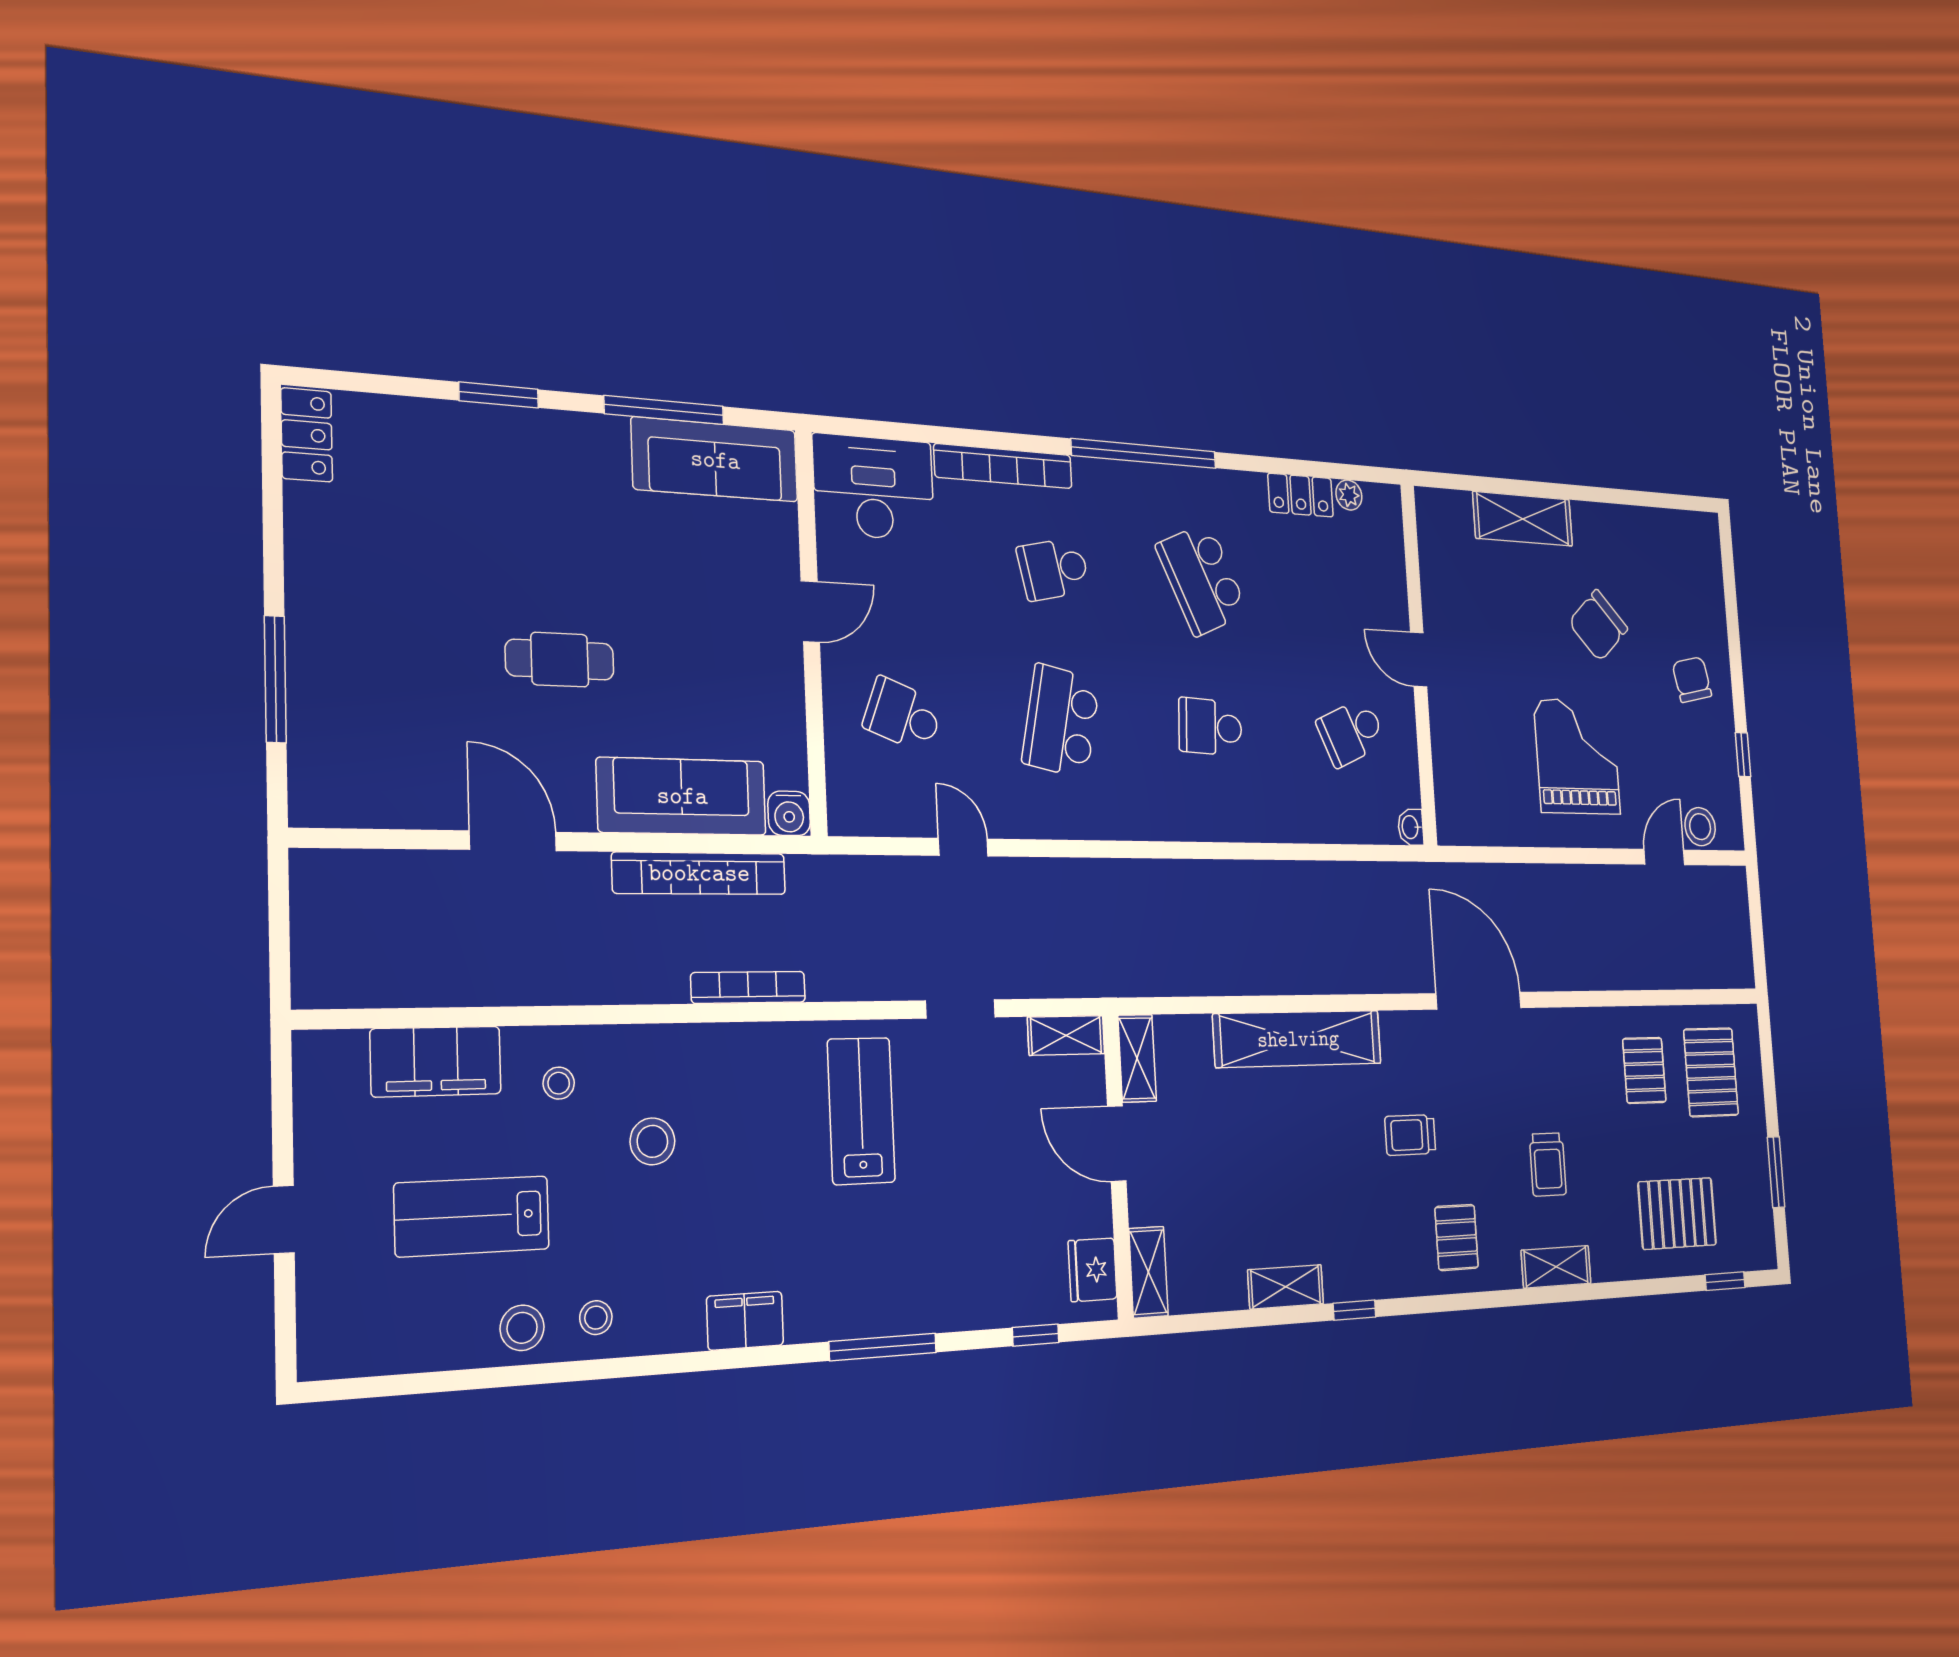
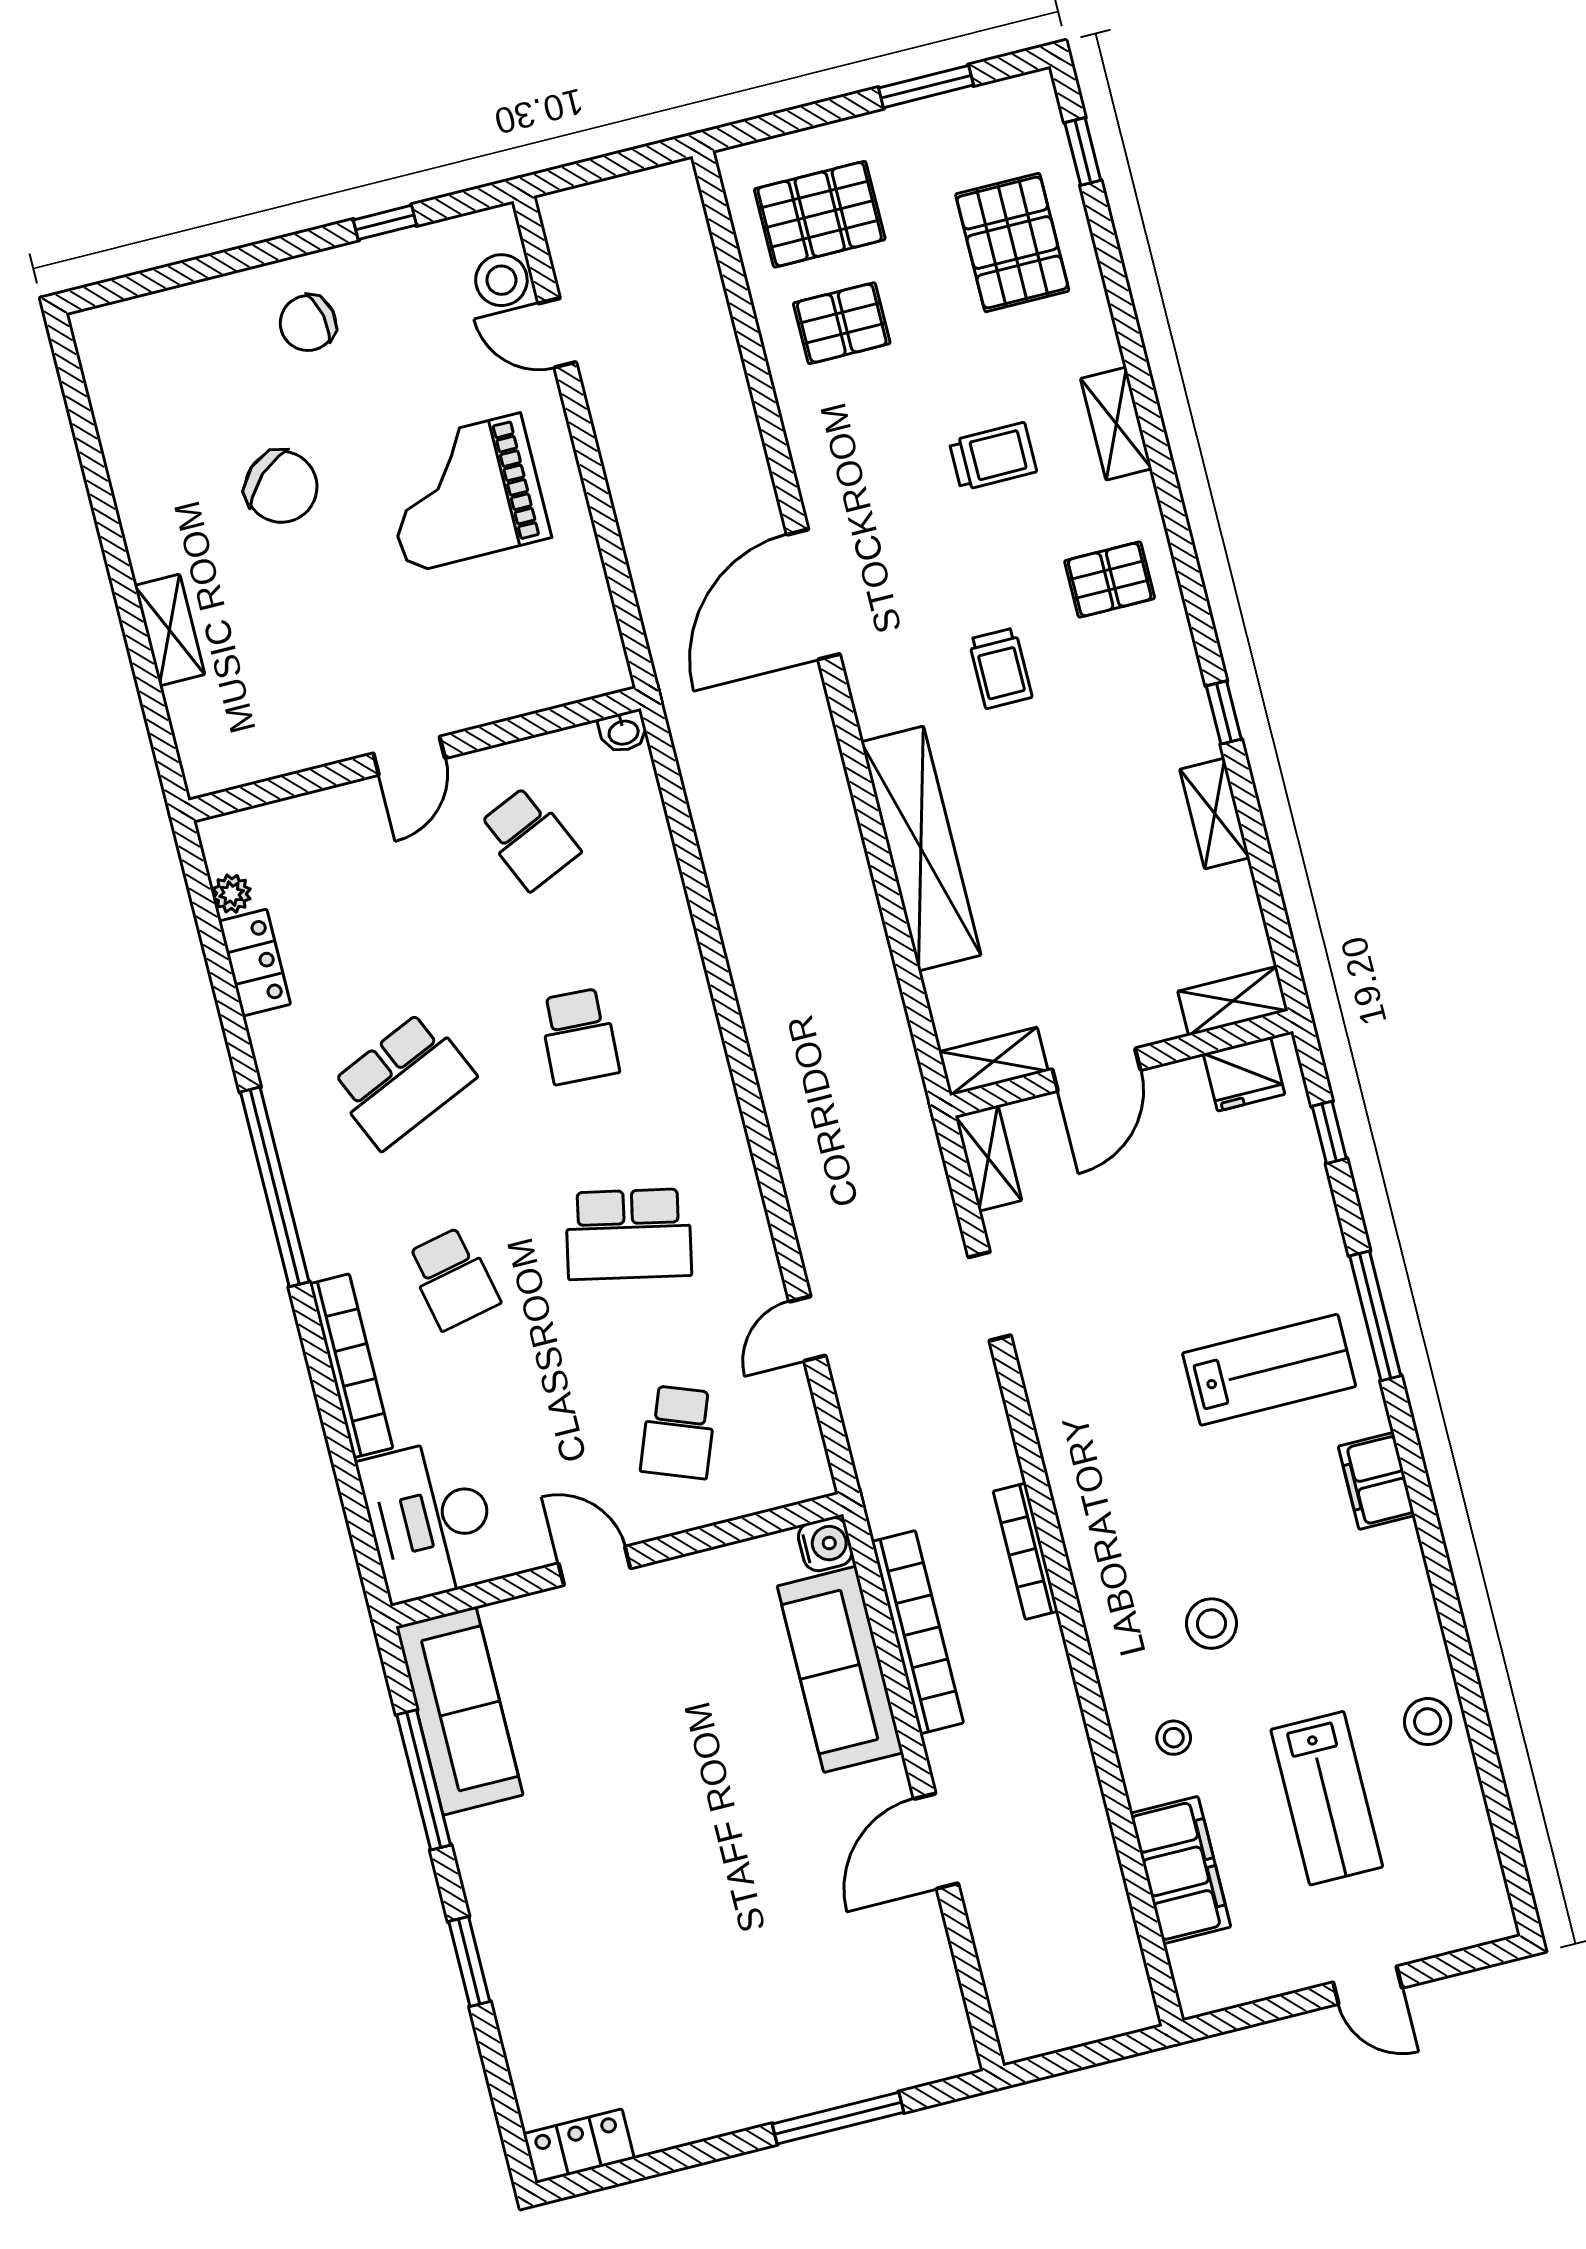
shelving: (1523, 519) -> (170, 630), width x0.67, depth x0.75
cafe table: (560, 660) -> (732, 1834), removed
lab bench: (861, 1111) -> (1269, 1370), moved, turned 180
stool: (596, 1318) -> (1403, 1646), removed

